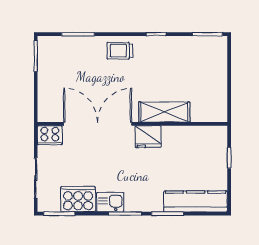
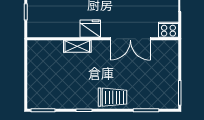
trolley: (120, 51) -> (113, 97), width x1.36, depth x1.39
shelving: (164, 112) -> (77, 46), width x0.67, depth x0.75
double door: (98, 124) -> (130, 39), width x0.73

